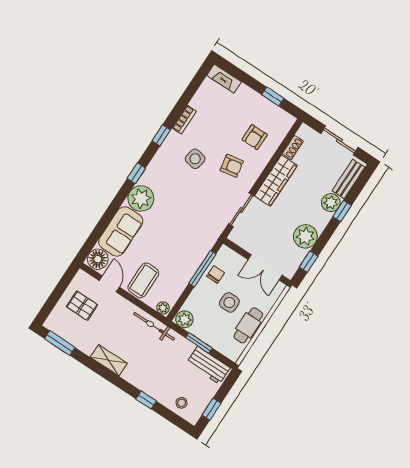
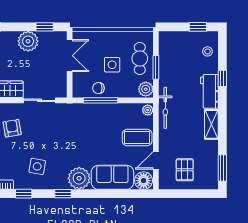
side table: (195, 159) -> (37, 166), moved
cafe table: (248, 325) -> (140, 59), moved, turned 90
workbench: (208, 365) -> (209, 91), moved, turned 180

